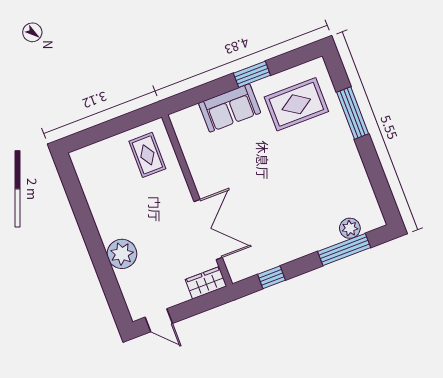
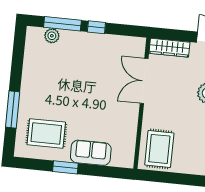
rug: (147, 155) -> (159, 149), width x1.36, depth x1.43
window: (271, 277) -> (96, 27), moved
wardrobe: (206, 283) -> (169, 48), width x1.50

